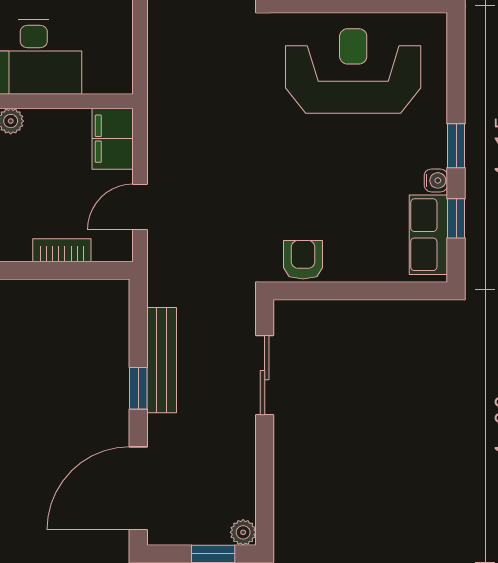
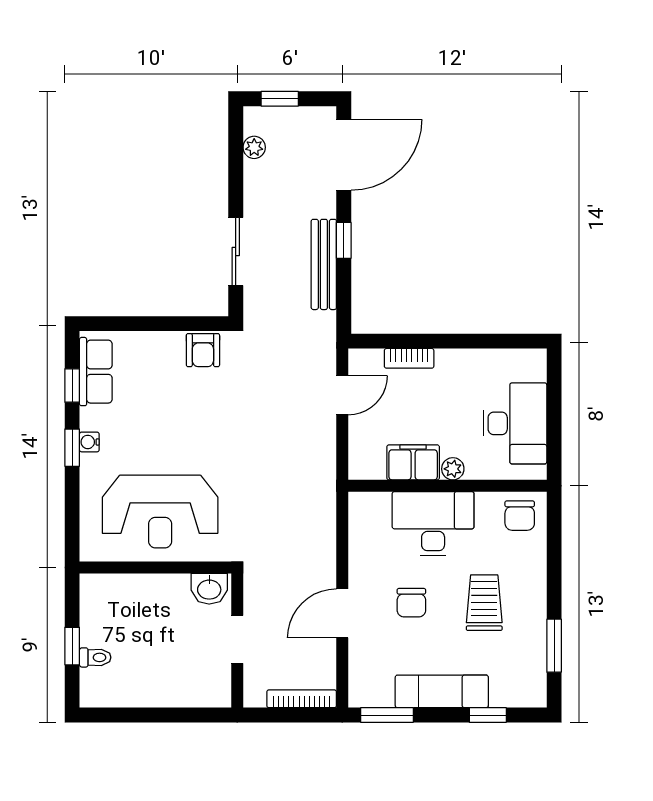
filing cabinet: (113, 139) -> (413, 462), moved, turned -90
water cooler: (436, 180) -> (89, 442), moved
plant: (243, 532) -> (254, 147), moved

